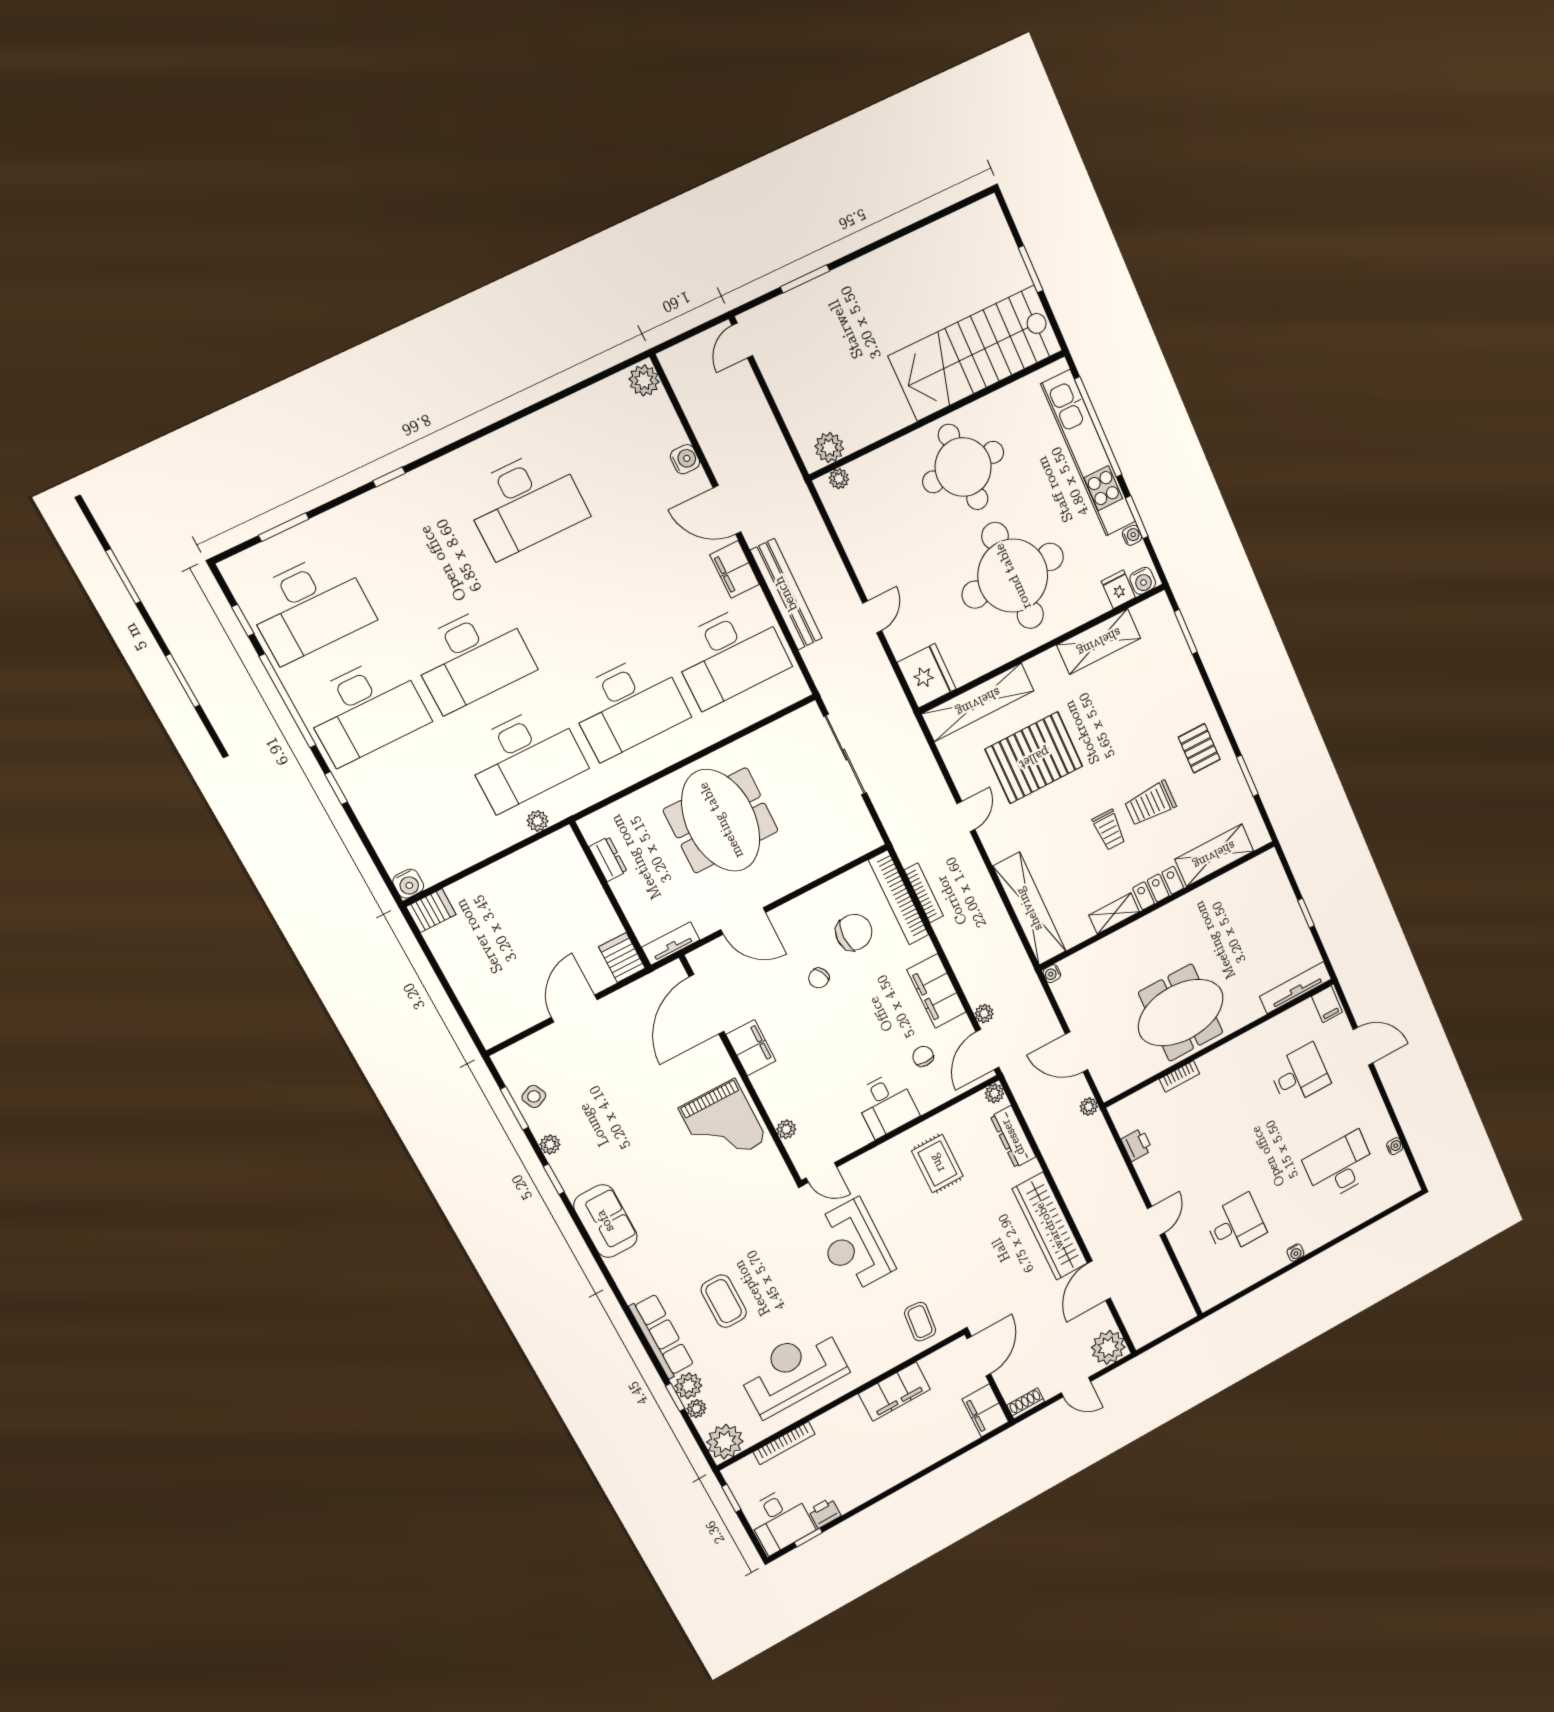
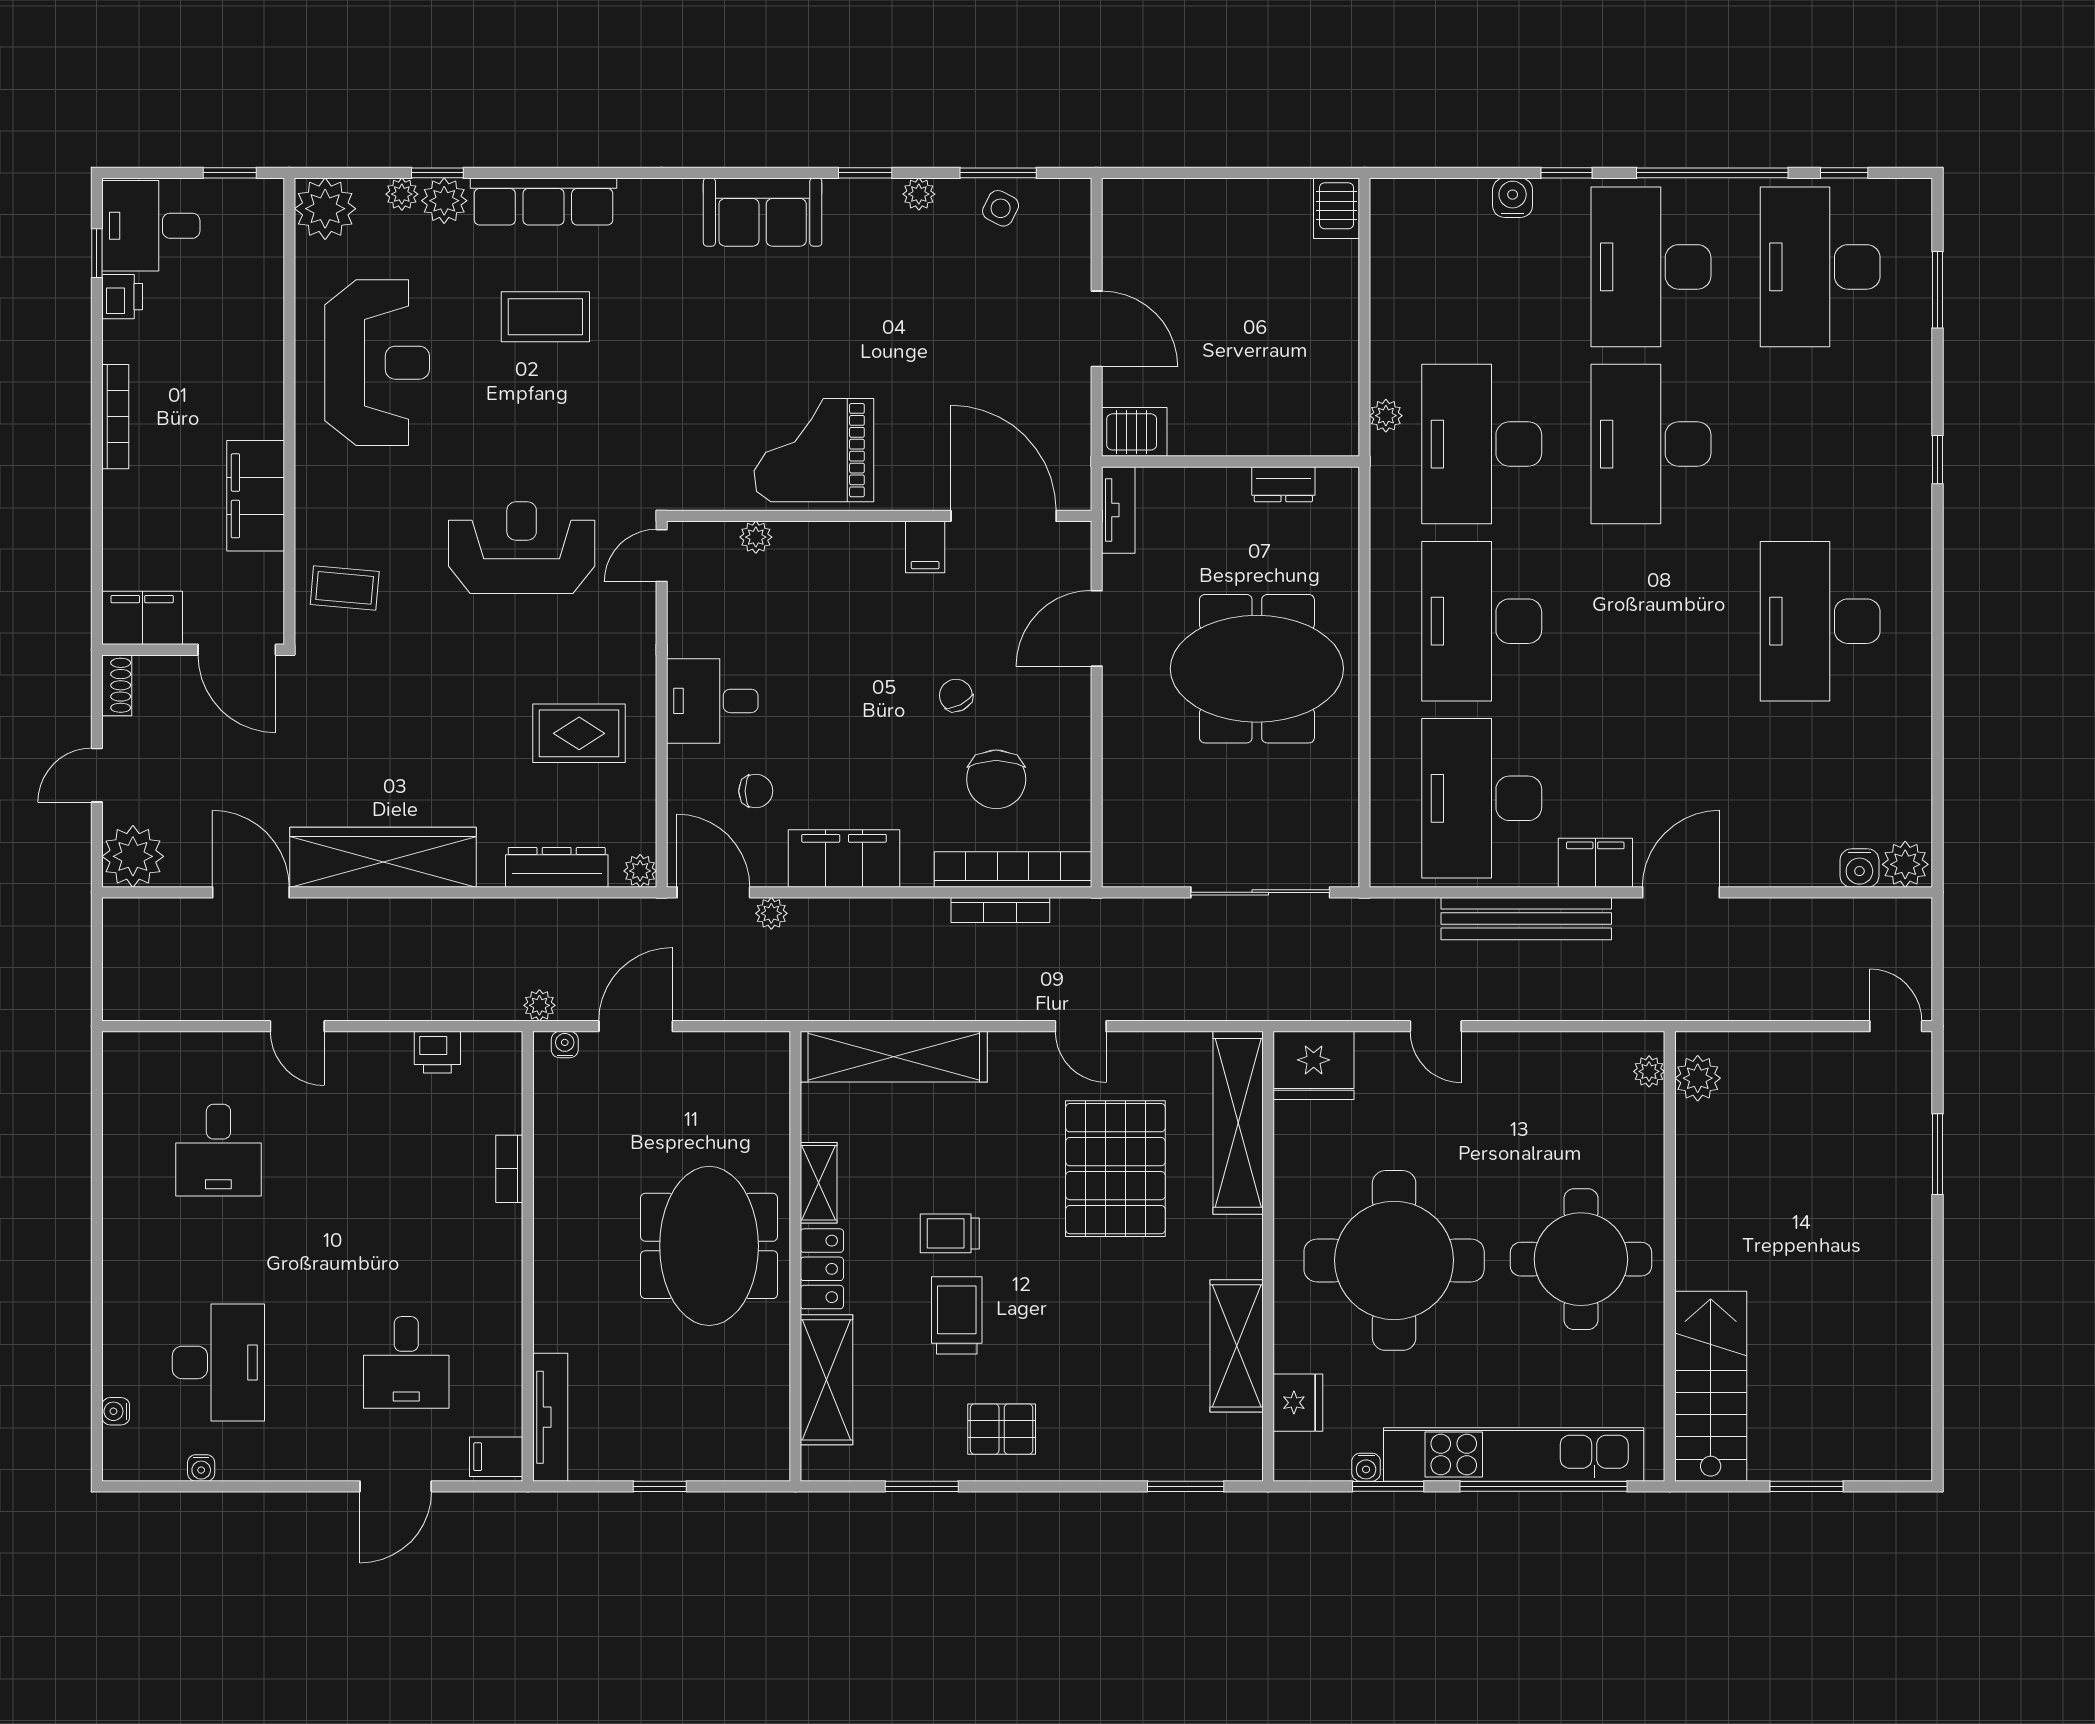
stairs: (976, 353) -> (1711, 1386), width x0.73, depth x0.66
water cooler: (685, 459) -> (1859, 868), moved
water cooler: (1143, 581) -> (1292, 1454), removed
fridge: (1118, 589) -> (1298, 1403), width x1.38
water cooler: (408, 884) -> (1513, 198), moved, turned 90
water cooler: (1052, 974) -> (565, 1045), moved
meeting table: (1181, 1013) -> (709, 1246), moved
filing cabinet: (751, 1048) -> (925, 547), width x0.50
side table: (534, 1096) -> (1001, 208), turned -38
water cooler: (1295, 1253) -> (116, 1411), moved
bookcase: (784, 1443) -> (115, 417), moved, turned 180

